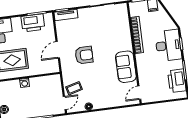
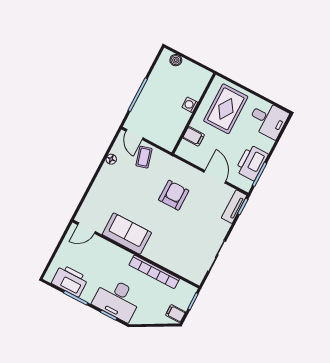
door: (58, 50) -> (215, 177), moved
armchair: (84, 55) -> (174, 195), turned 180
filing cabinet: (41, 68) -> (194, 136), added
door: (139, 93) -> (86, 228), swing flipped

